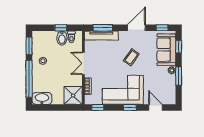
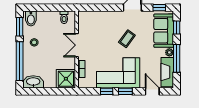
window: (61, 28) -> (53, 8), removed
window: (103, 28) -> (97, 8), removed
tv unit: (101, 35) -> (95, 16), removed
bidet: (62, 38) -> (31, 18), moved
window: (179, 76) -> (177, 58), width x1.44
fireplace: (170, 89) -> (167, 72), added
window: (98, 108) -> (107, 91), moved

